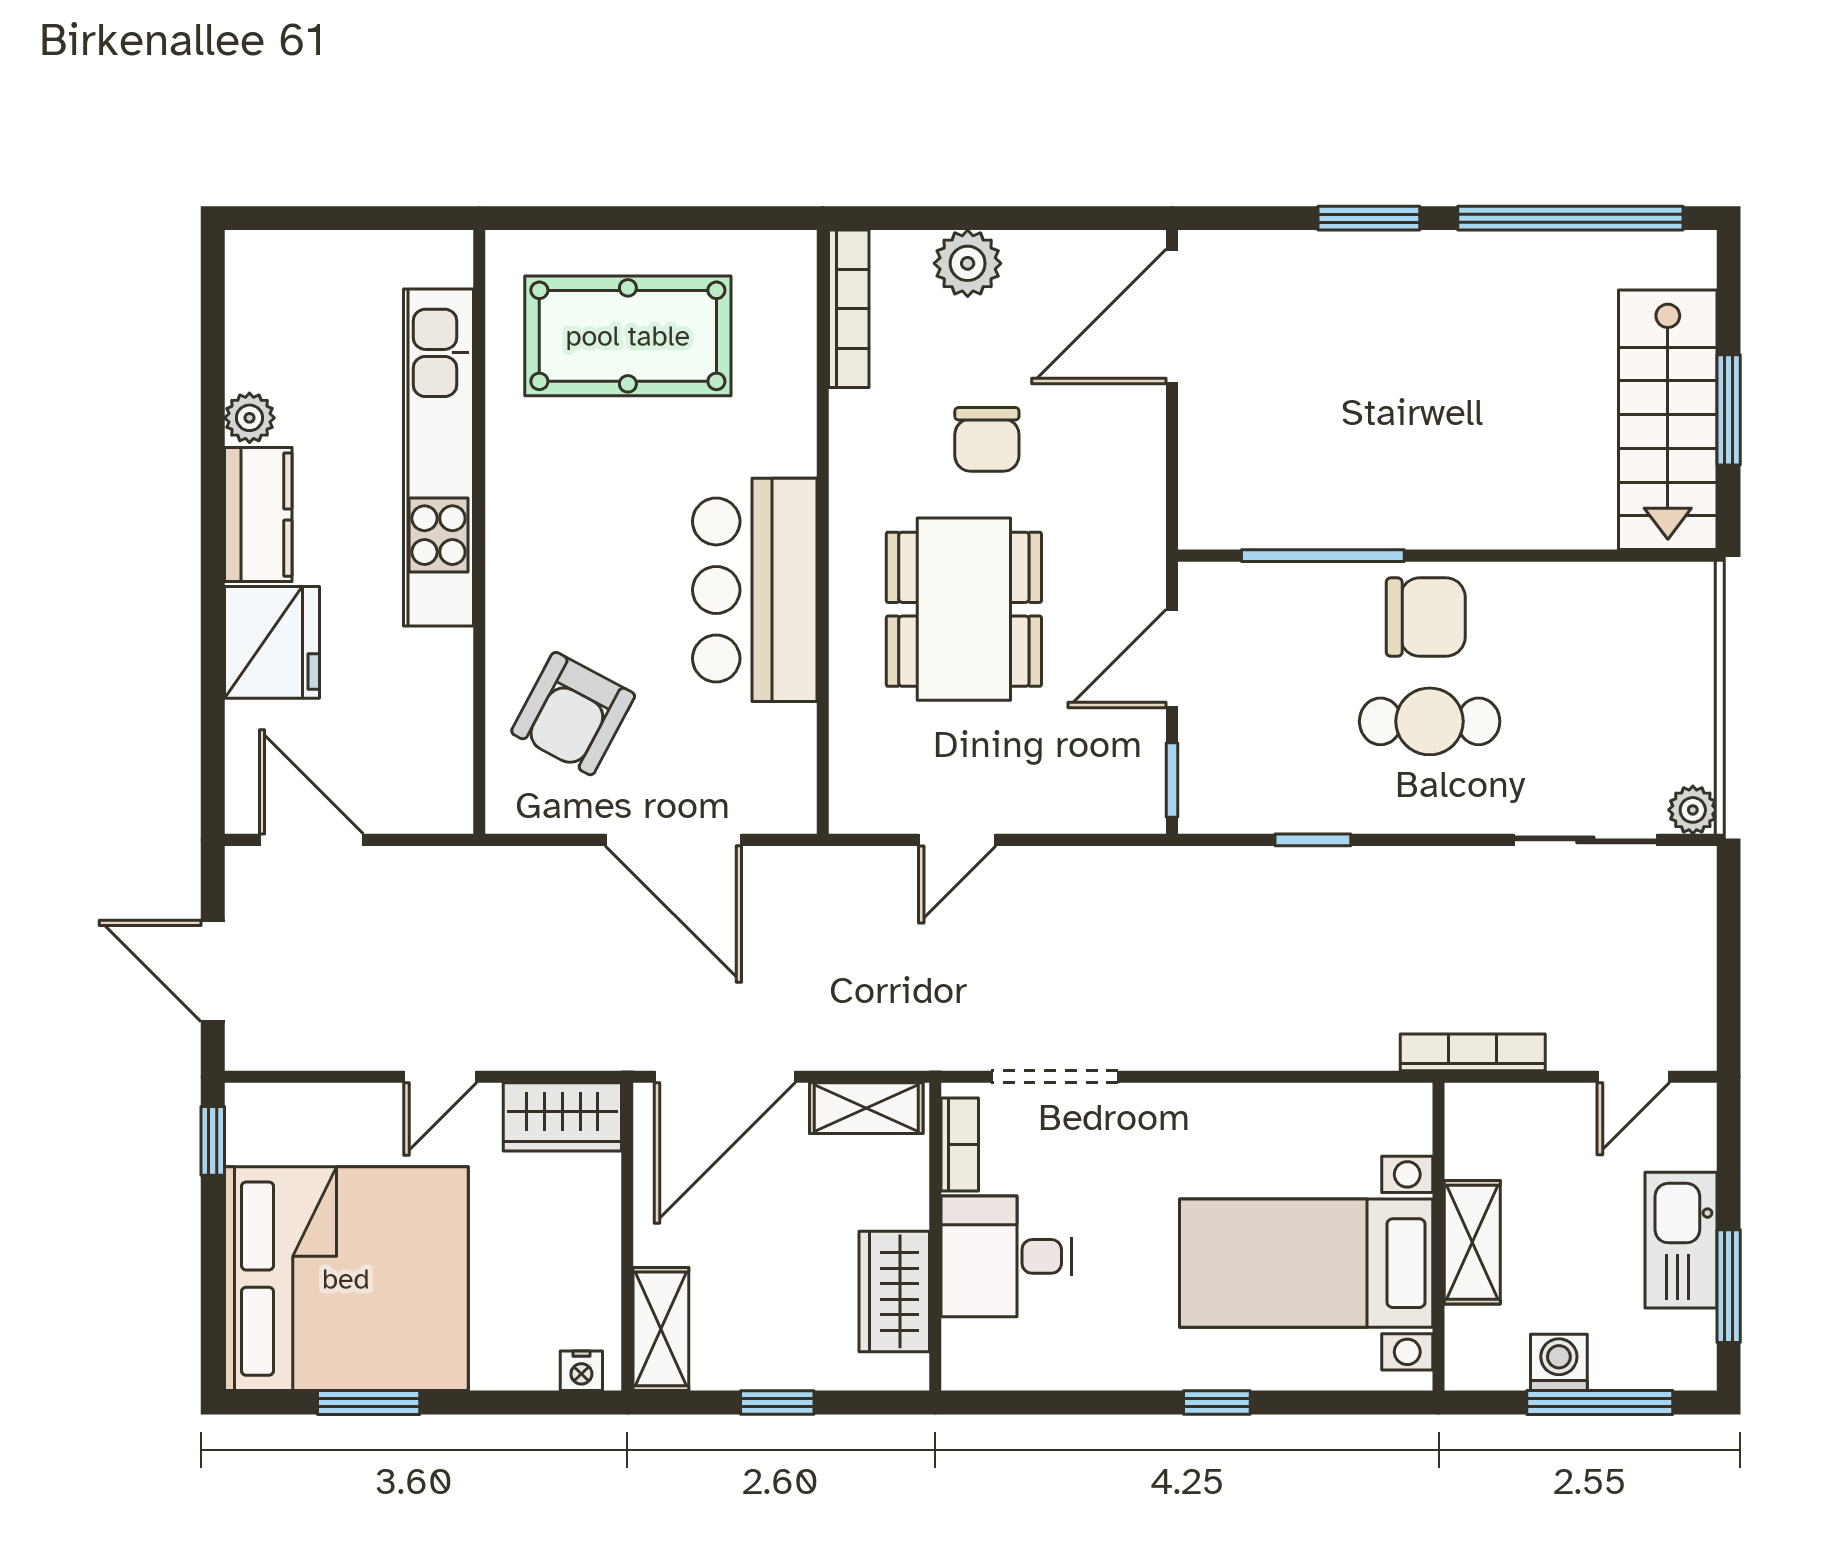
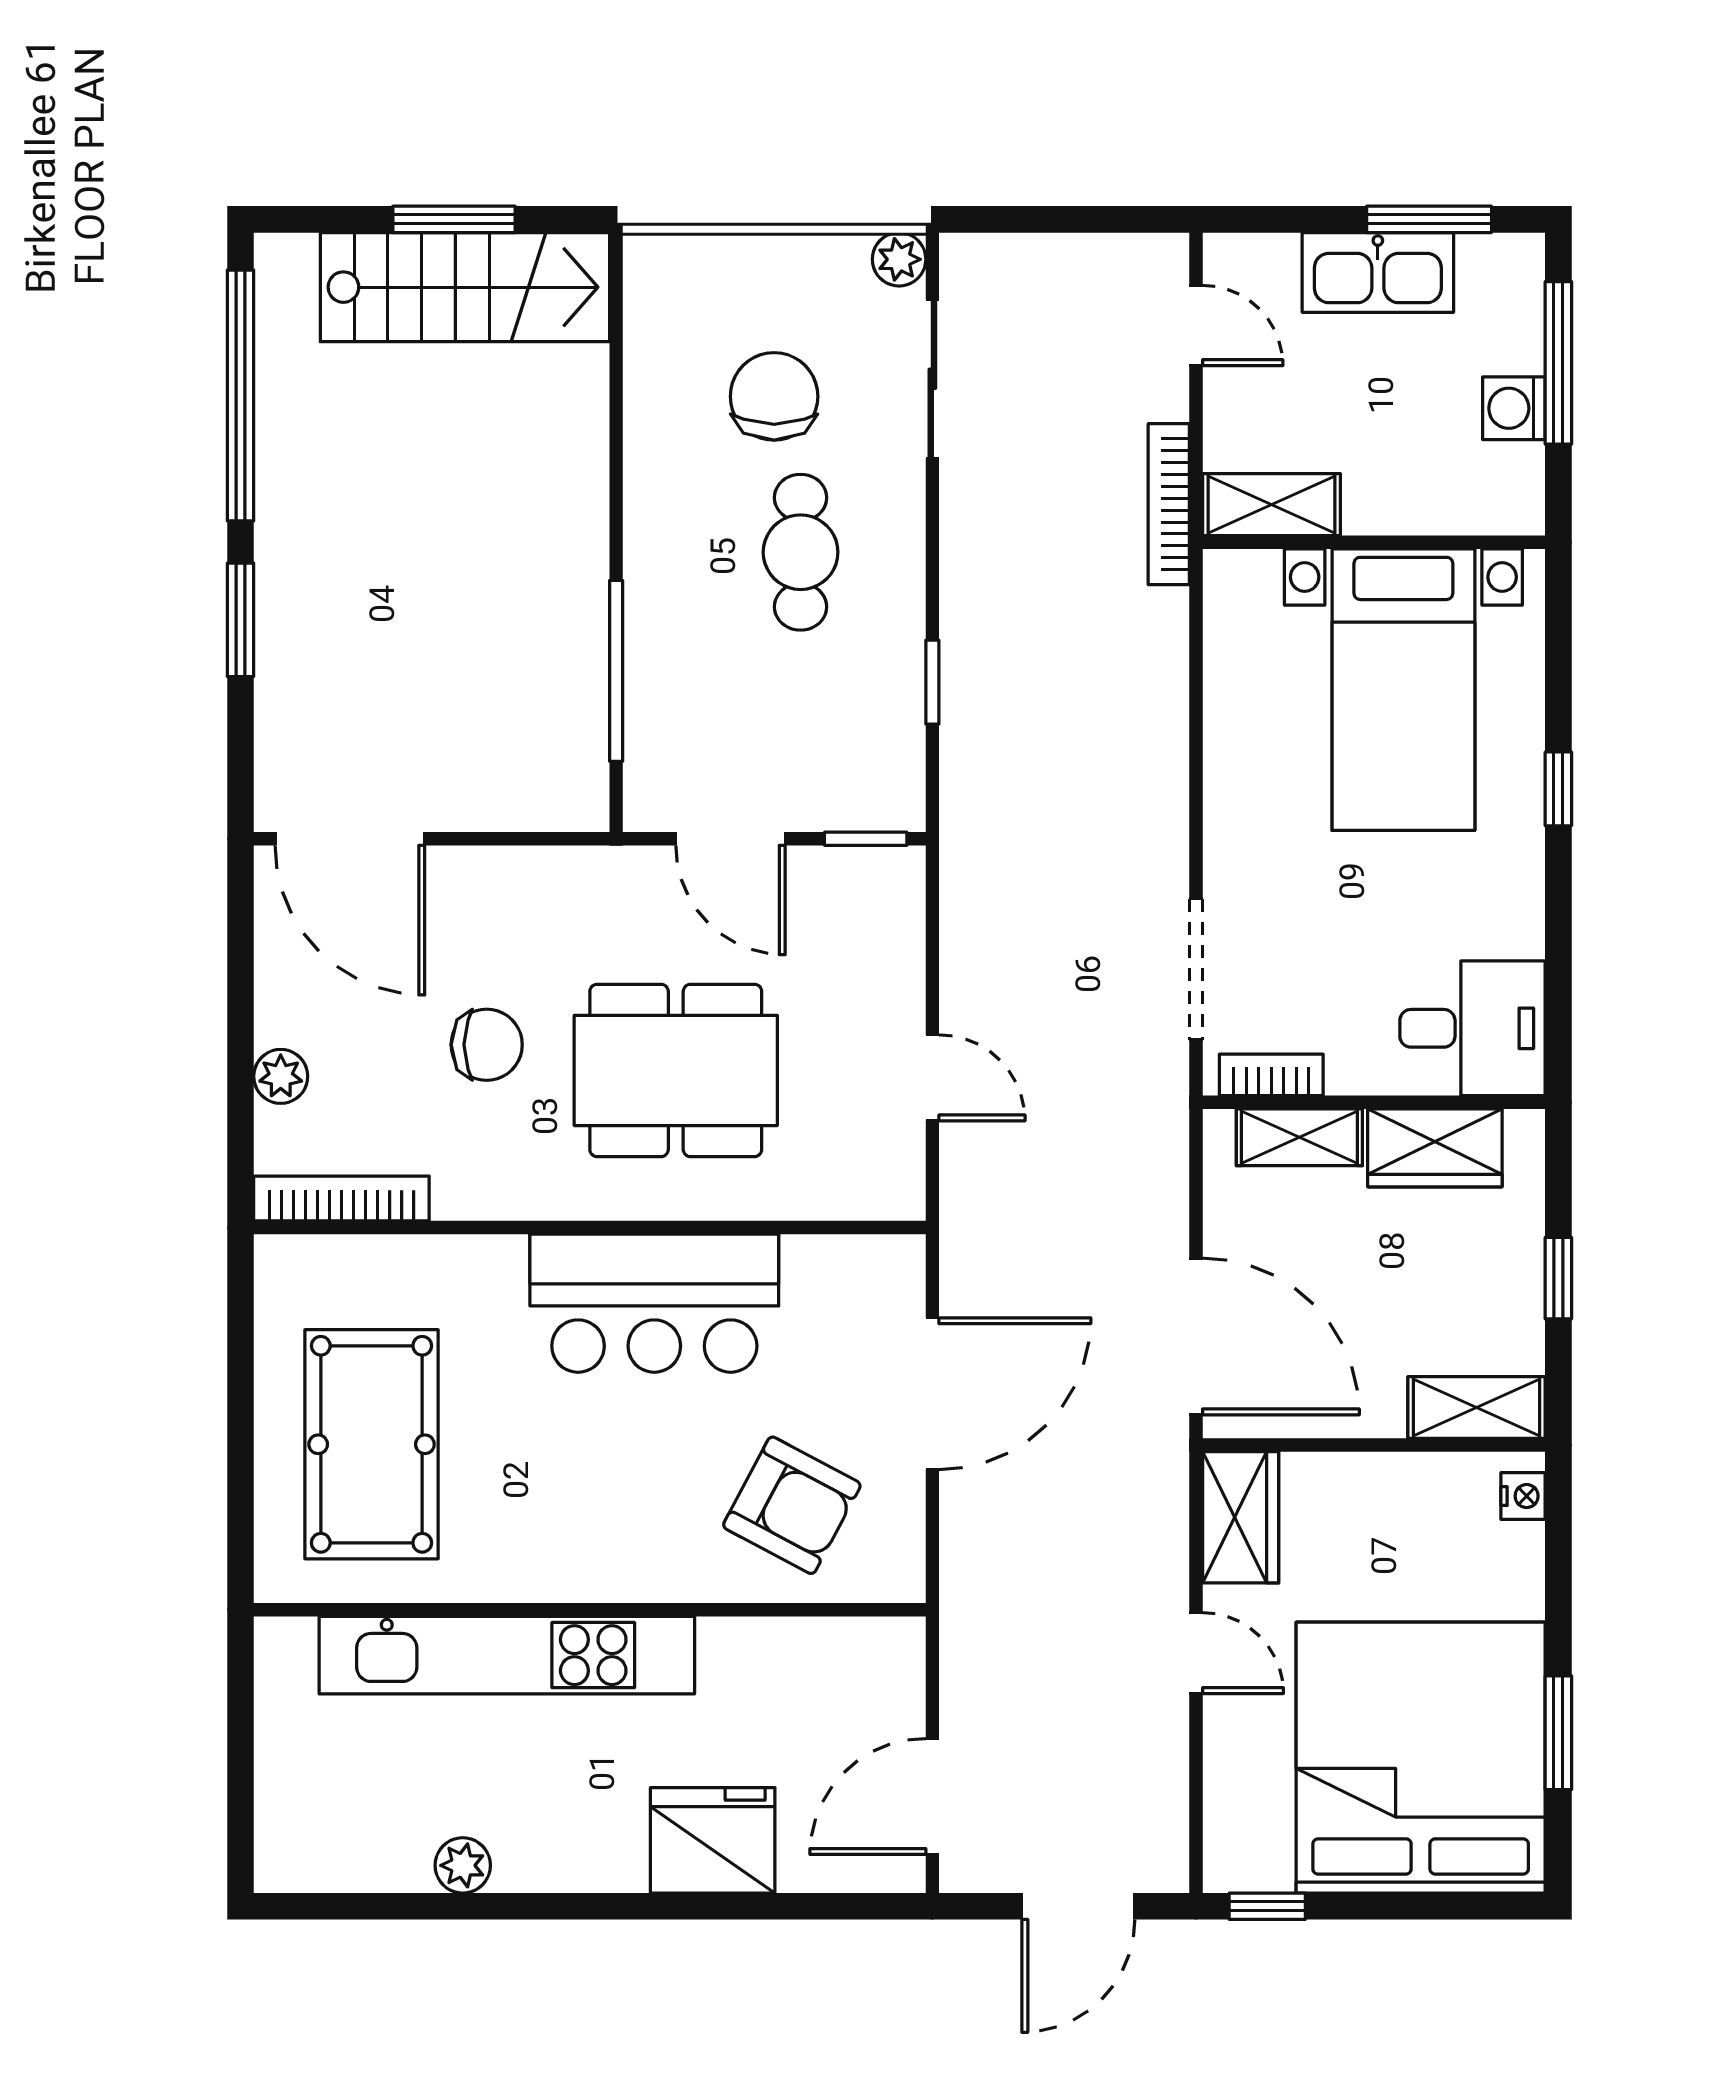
plant: (968, 263) -> (281, 1076), width x0.73, depth x0.73
kitchen counter: (258, 515) -> (570, 1856), removed
chair: (1426, 617) -> (774, 396), moved
shelving: (866, 1108) -> (1299, 1137), moved, turned 90
shelving: (1472, 1242) -> (1271, 505), moved
desk: (1006, 1256) -> (1472, 1028), moved, turned -90

